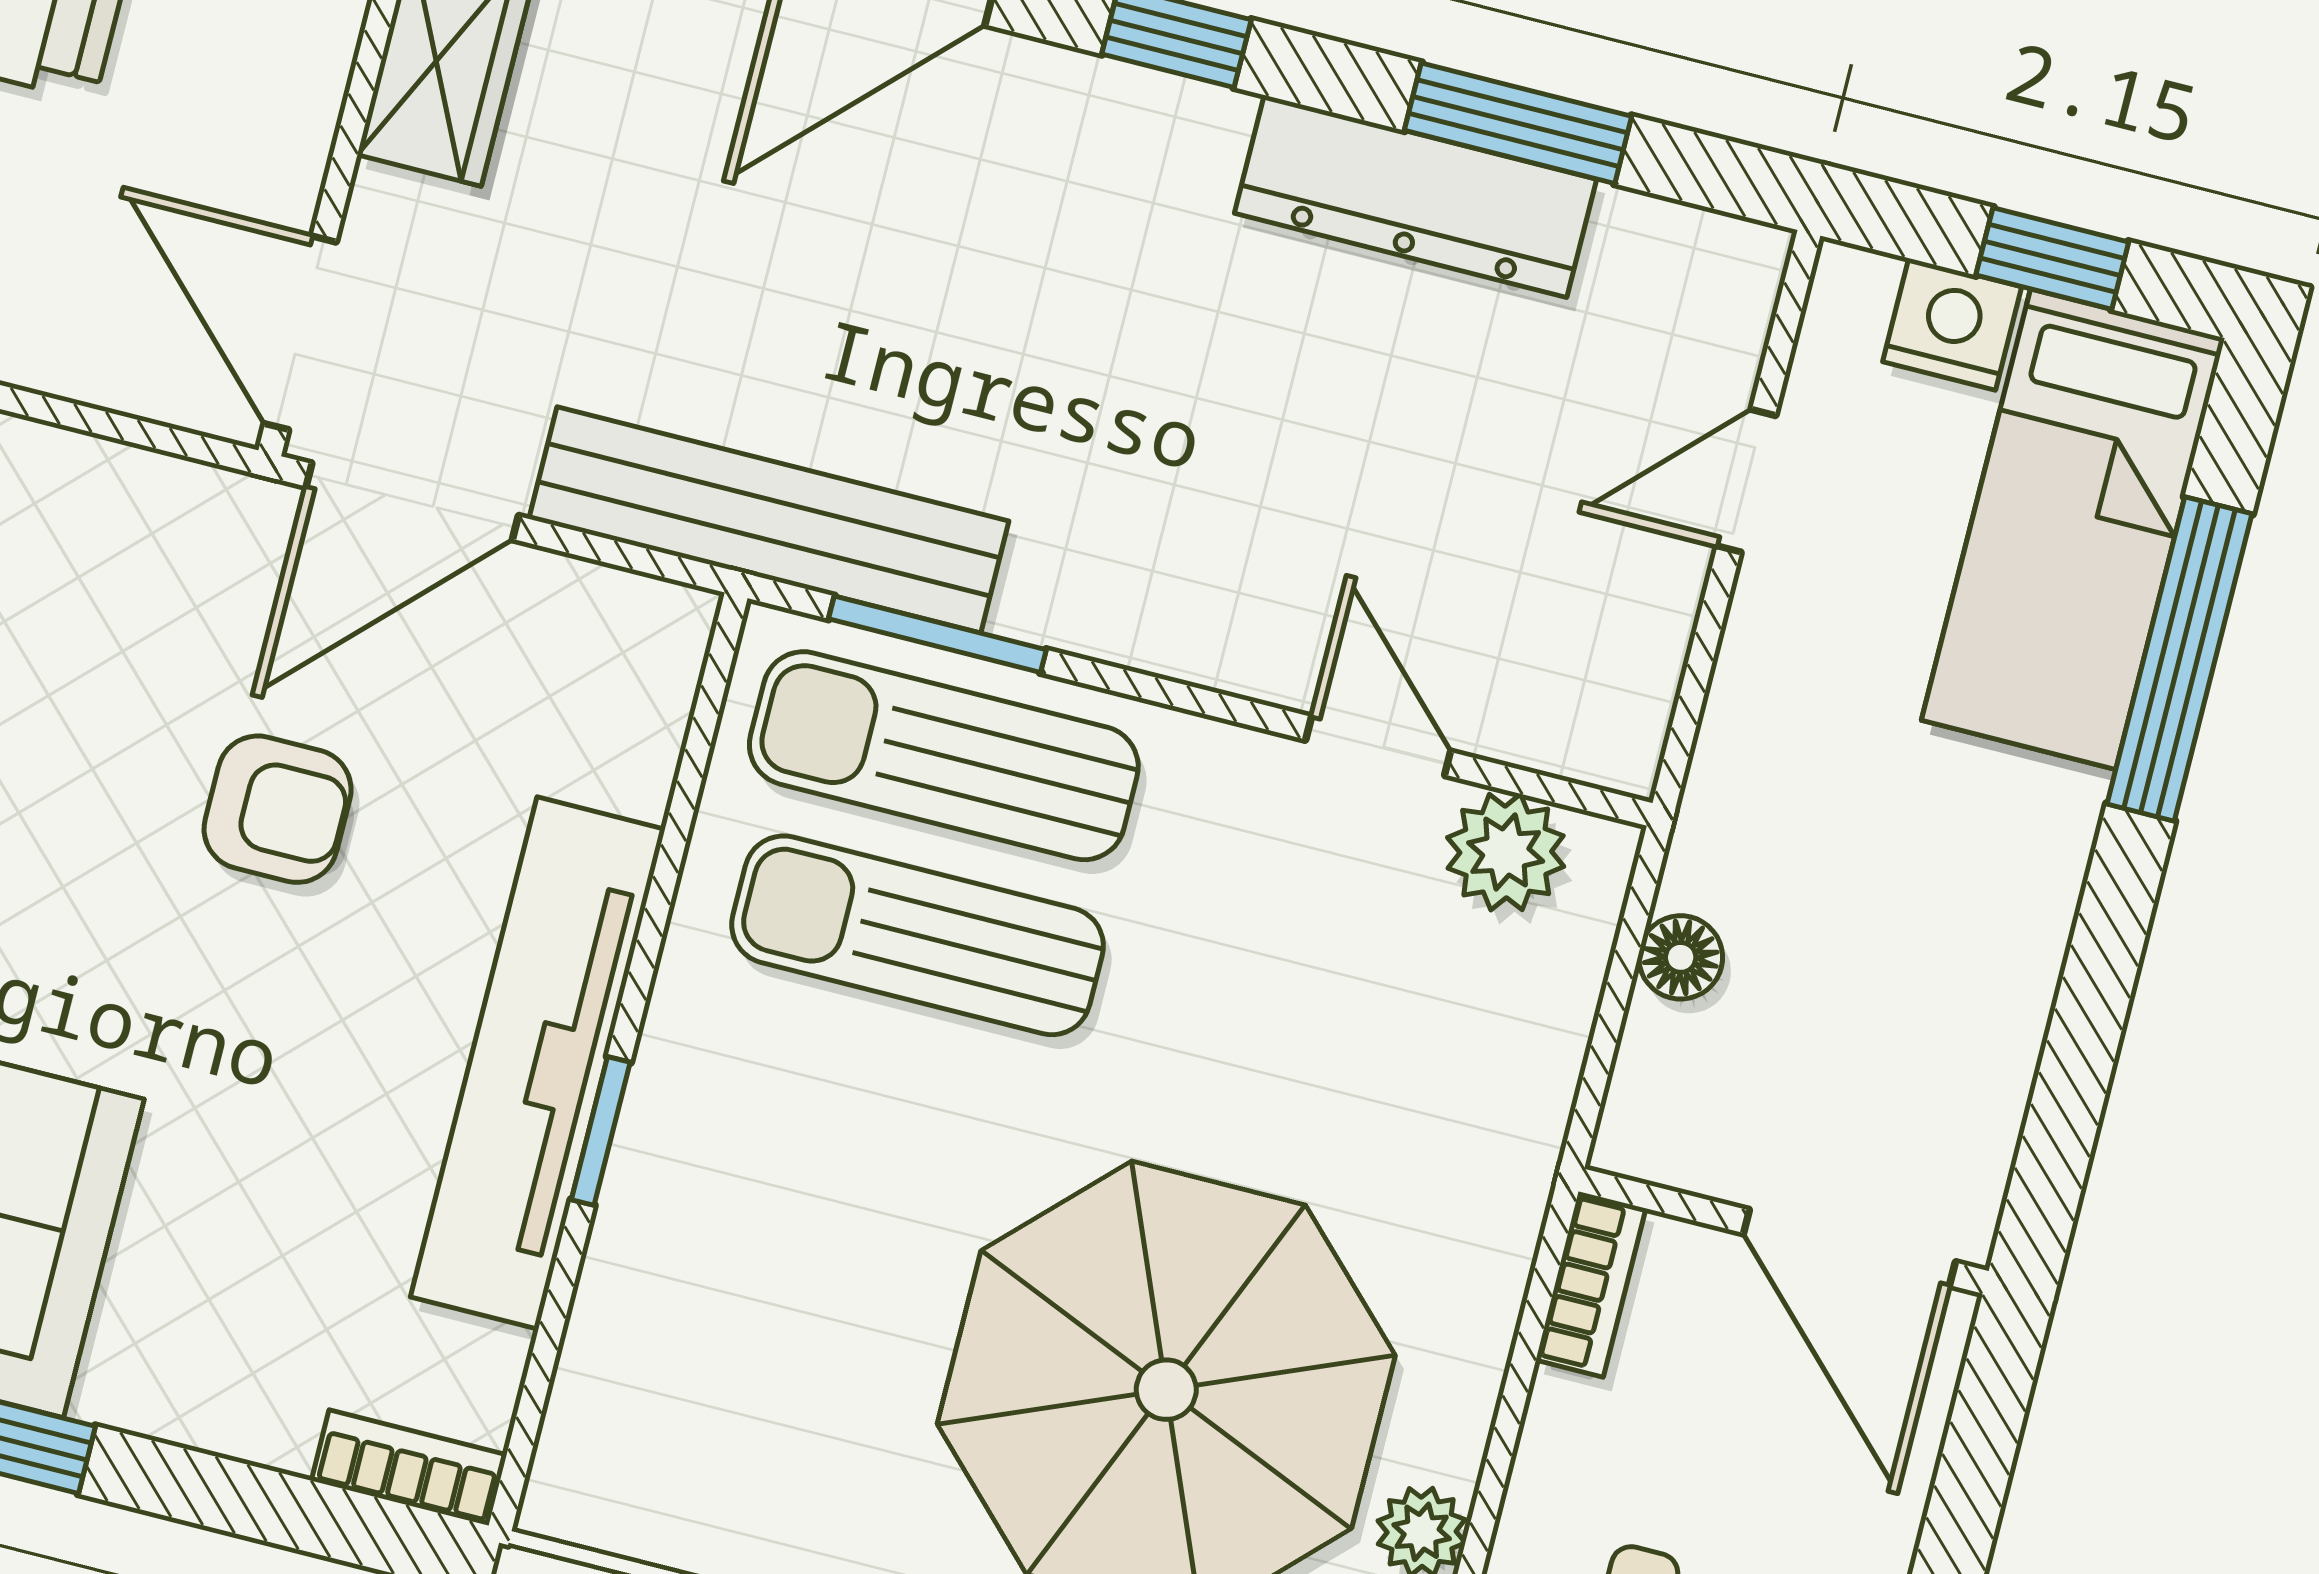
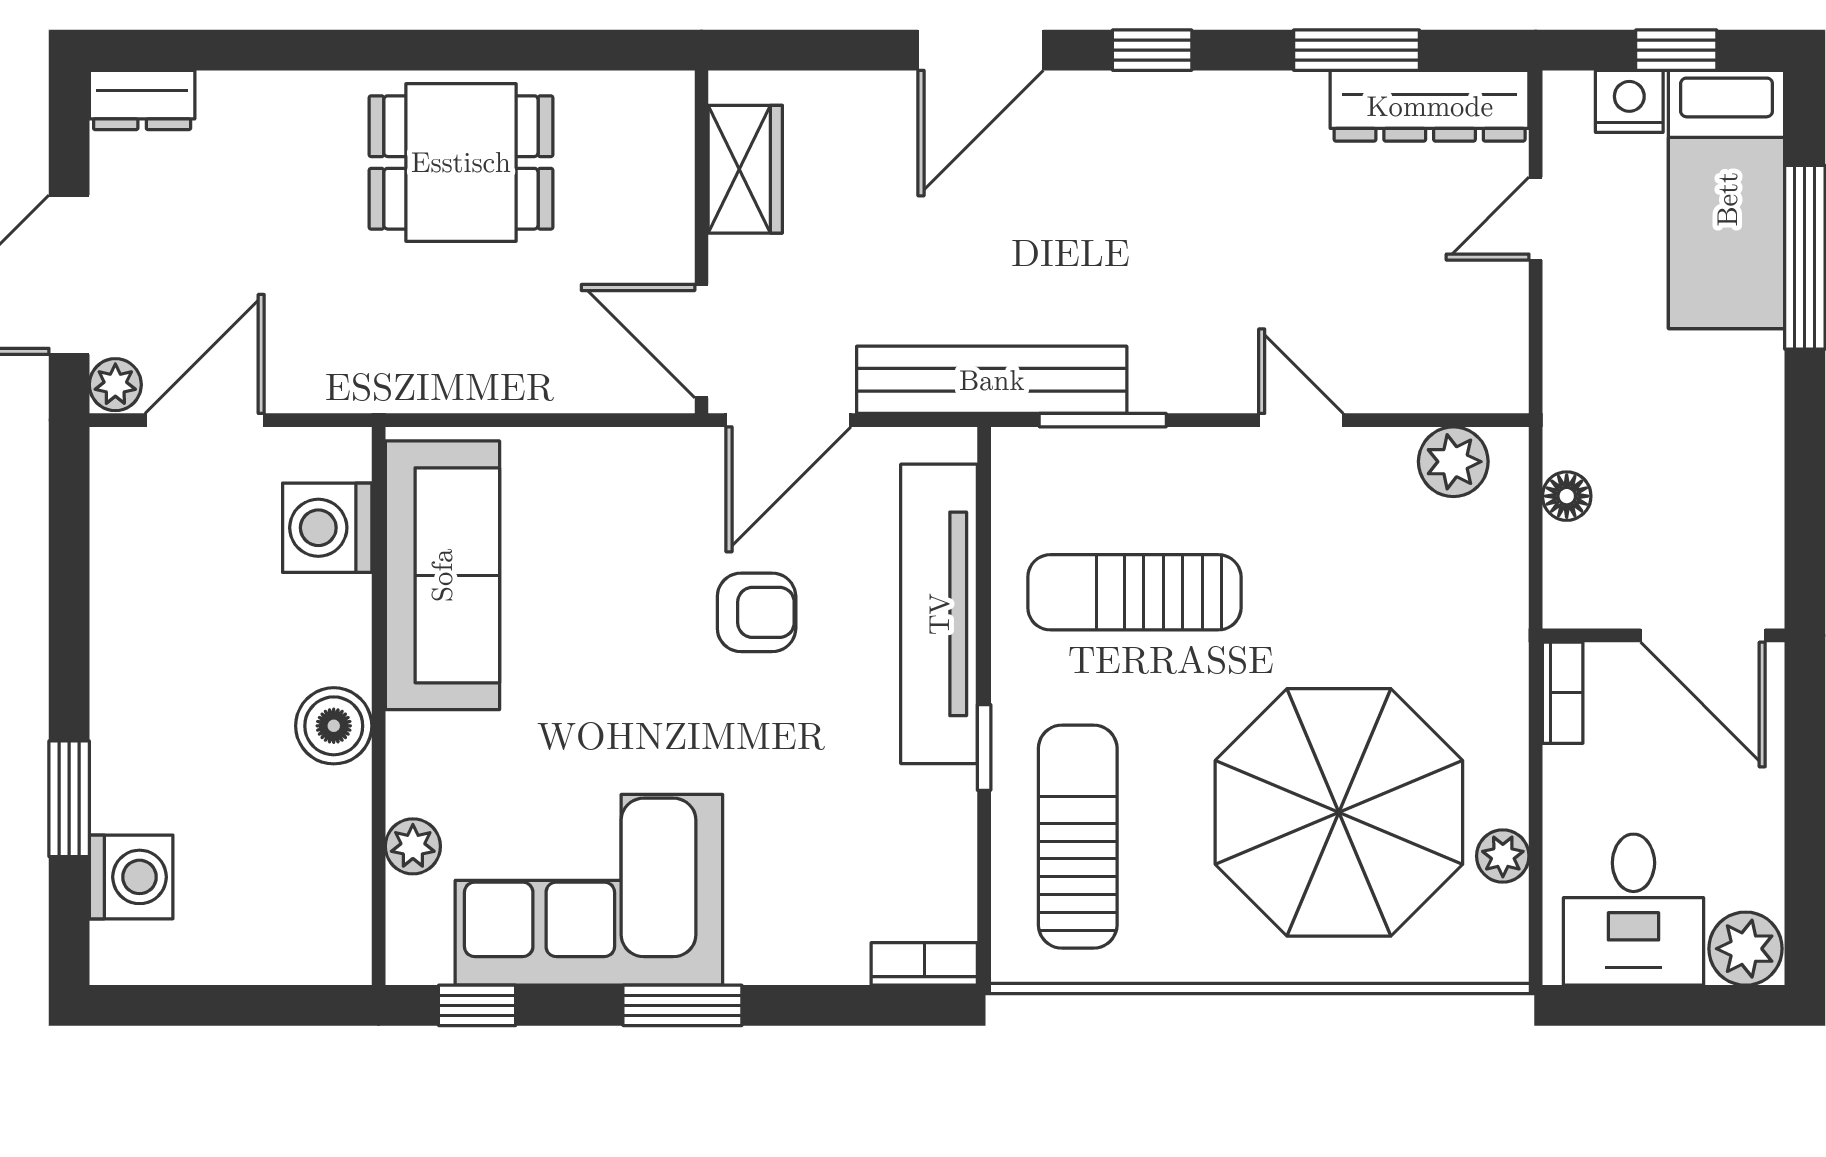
dresser: (1416, 196) -> (1430, 106), moved
door: (1378, 746) -> (1301, 420), moved
sun lounger: (944, 756) -> (1078, 837), moved, turned 90
tv unit: (538, 1063) -> (939, 614), moved

